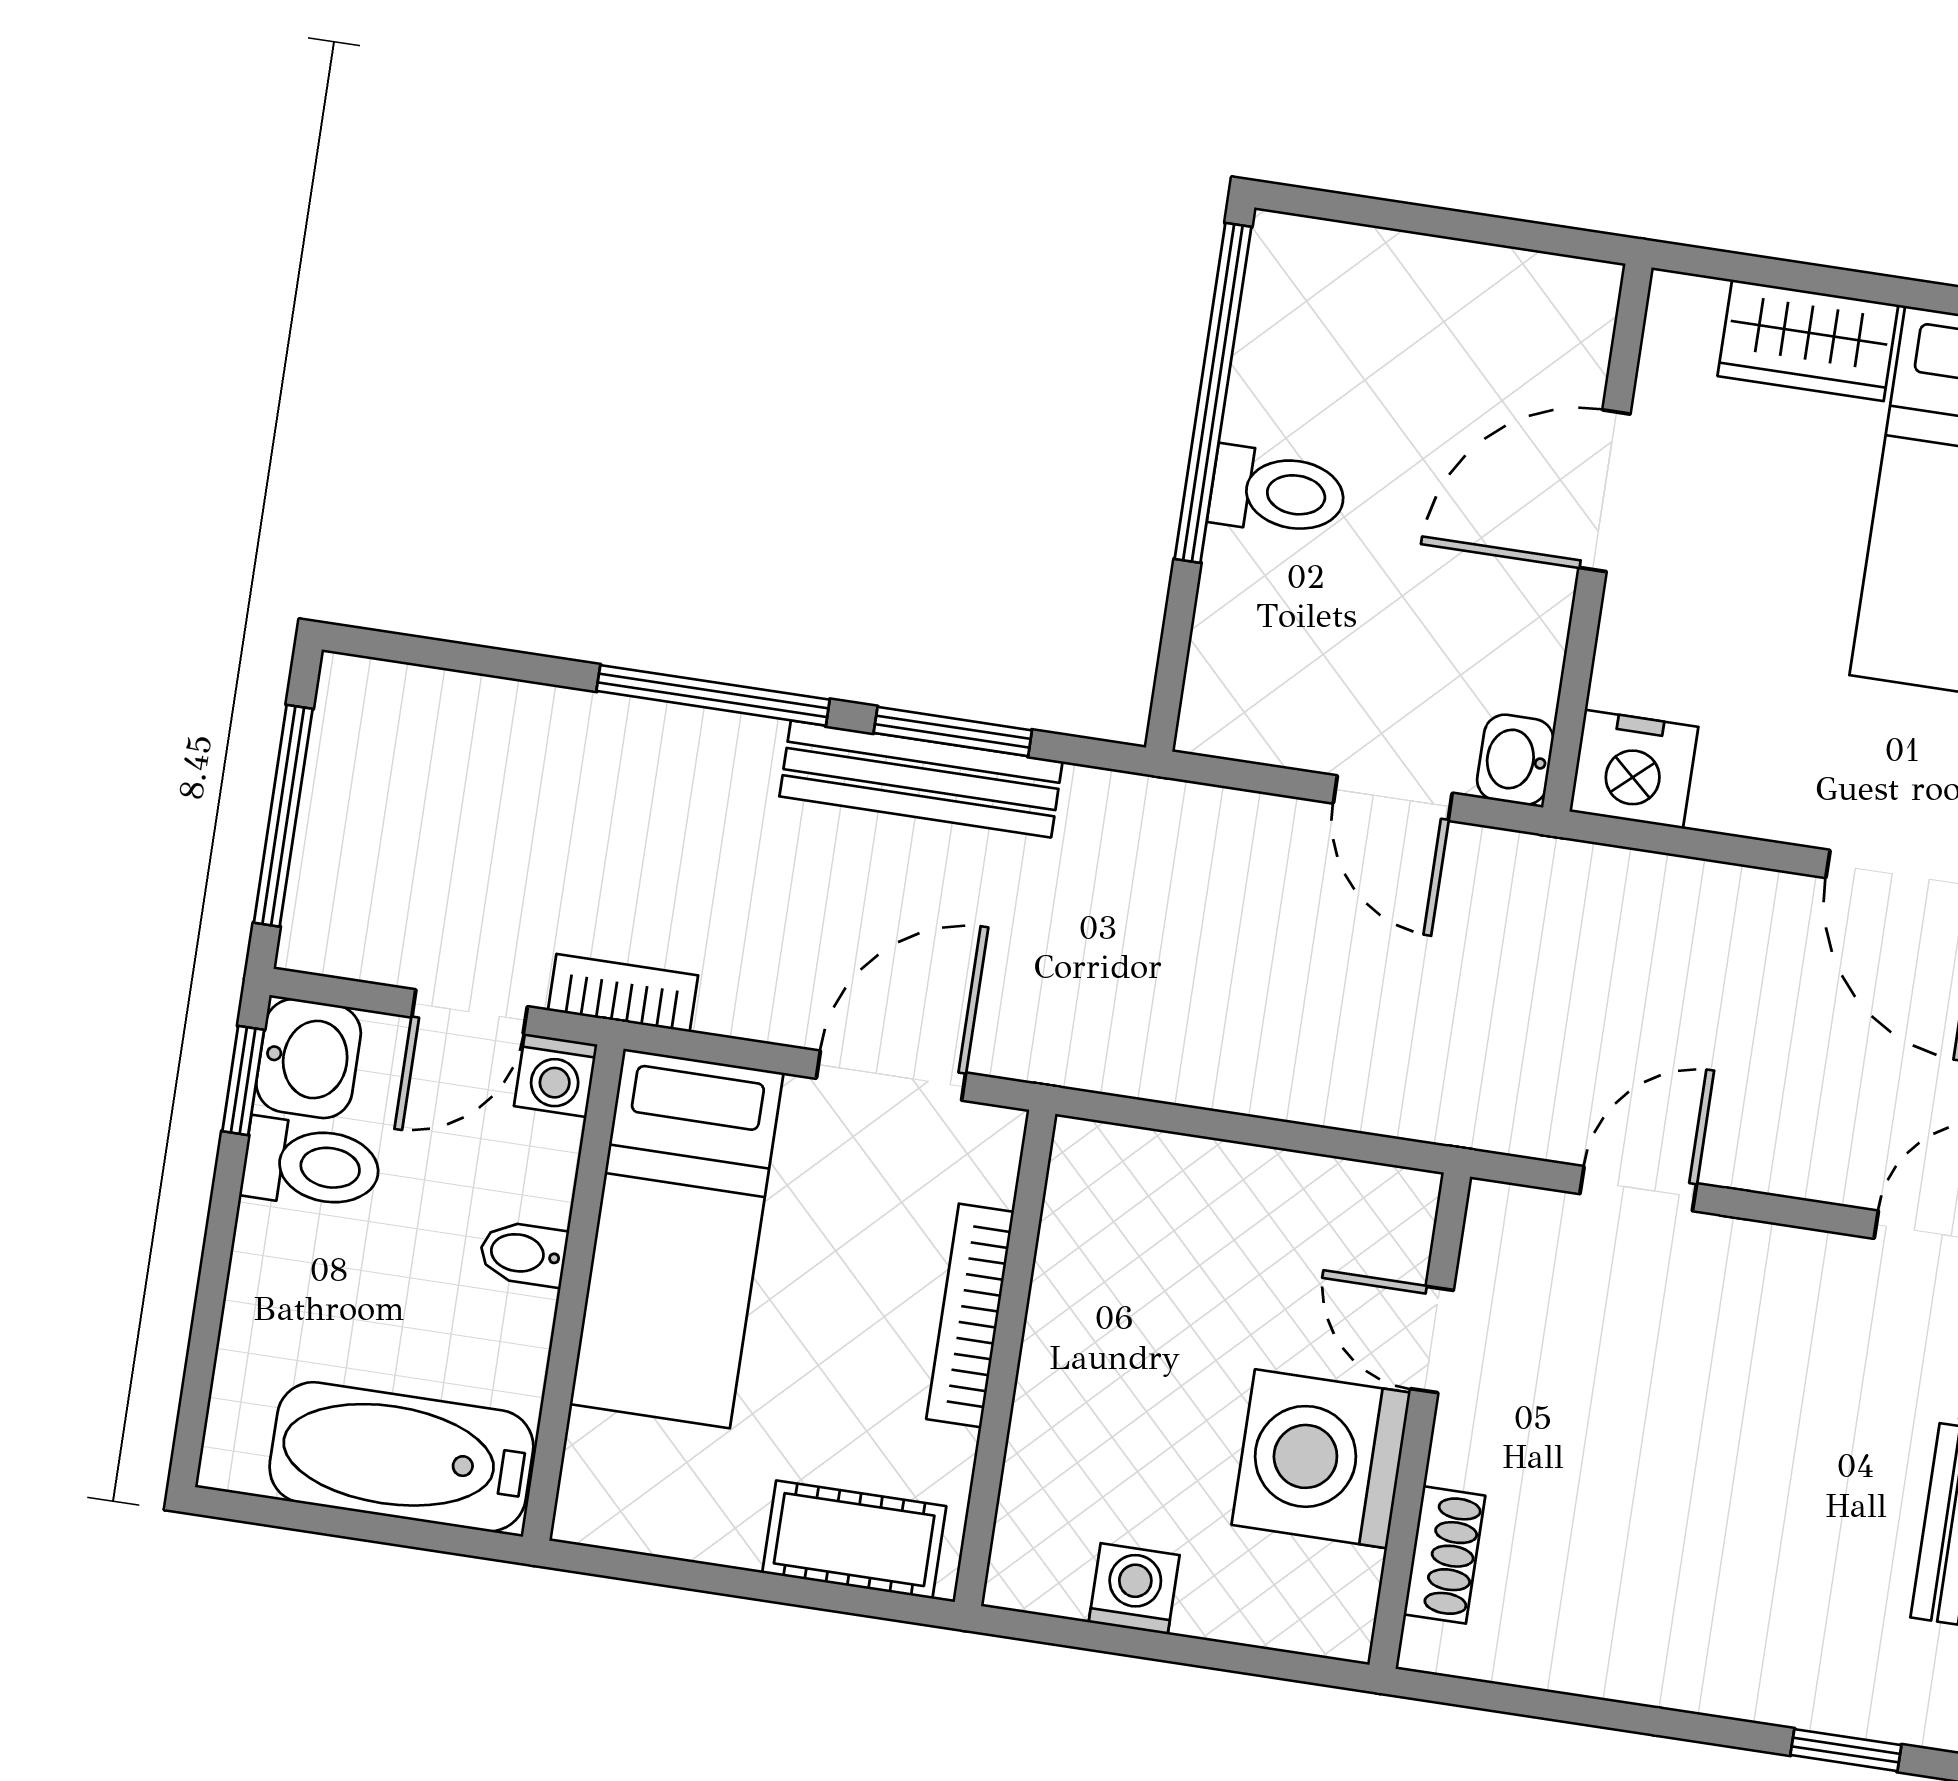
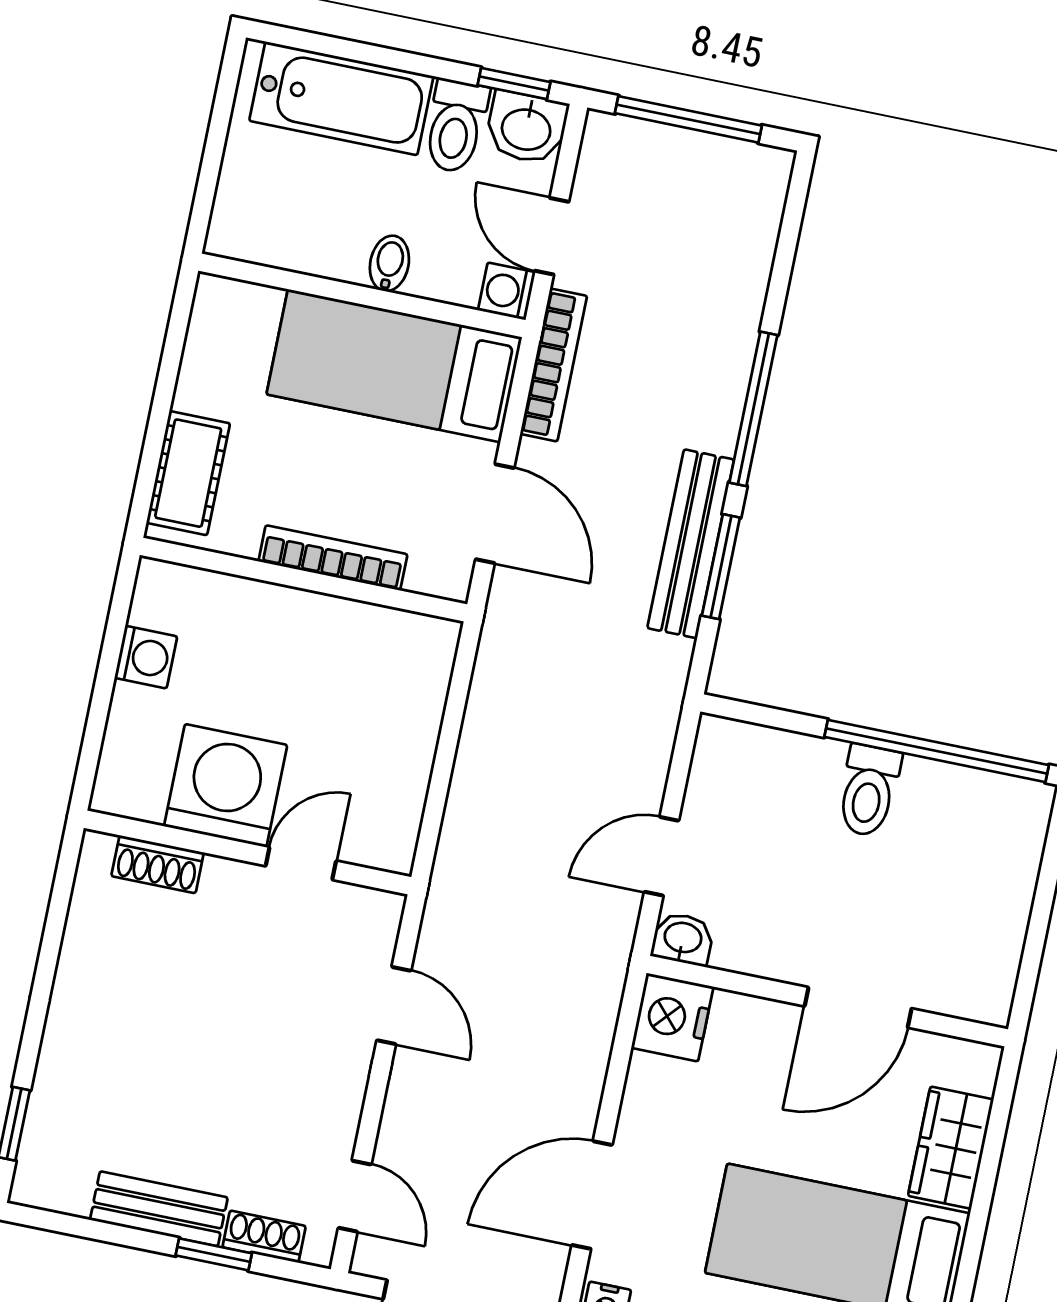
door: (1604, 491) -> (858, 1007), swing flipped
bookcase: (623, 993) -> (554, 365), width x1.56
bathtub: (401, 1457) -> (341, 98), moved, turned 90

